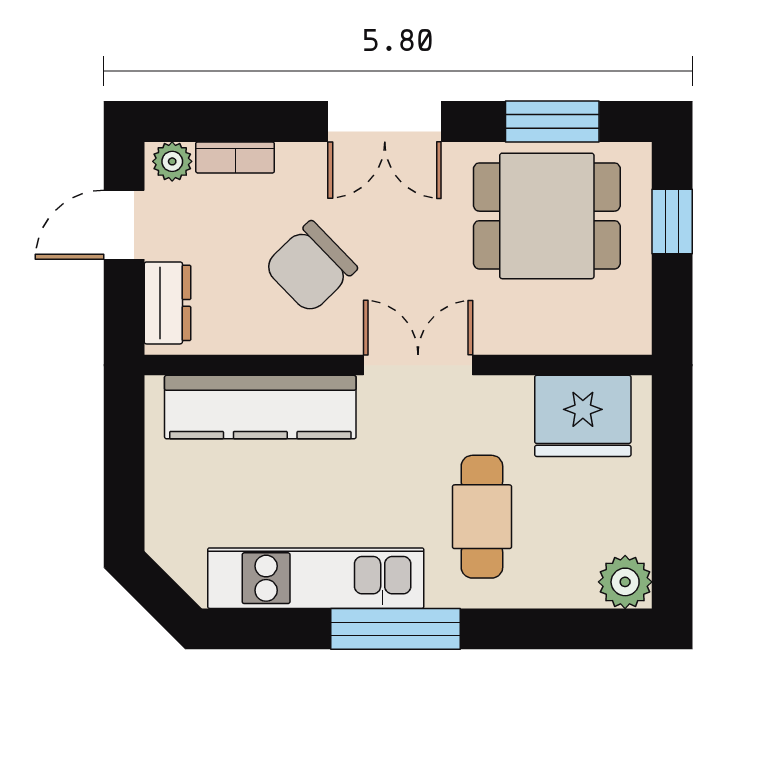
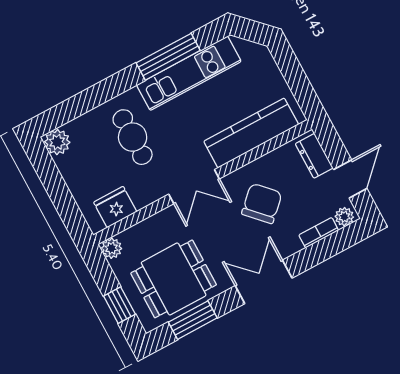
plant: (630, 334) -> (112, 248), added
fridge: (583, 416) -> (115, 207), width x0.73, depth x0.75
window: (396, 629) -> (168, 57), moved

